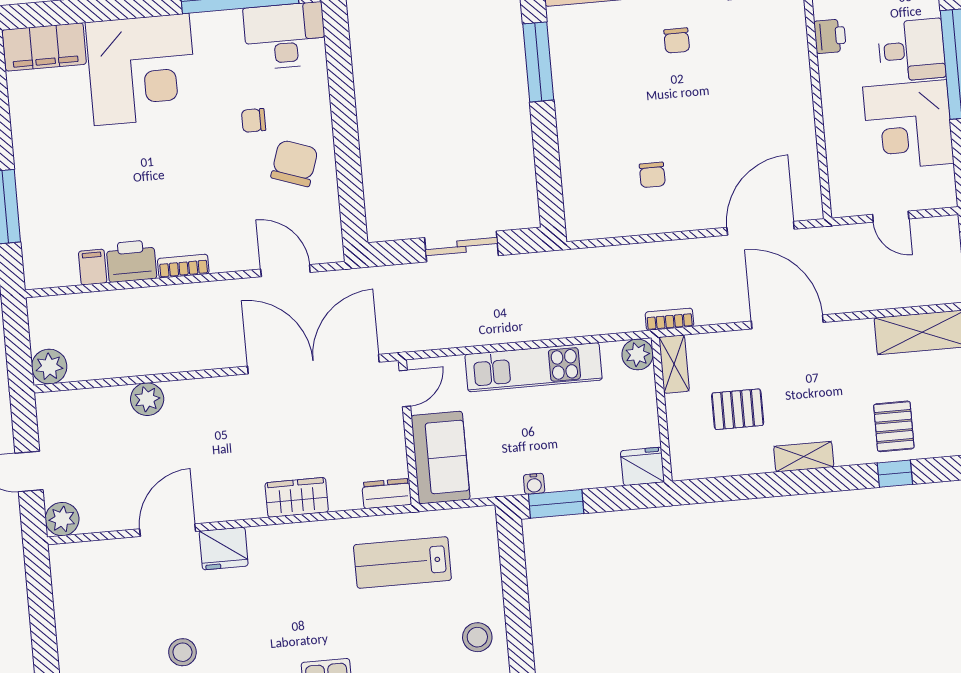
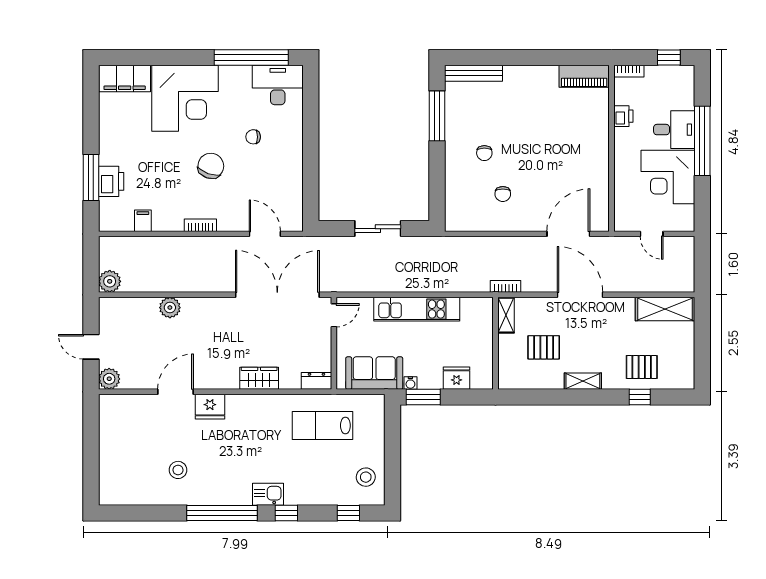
chair: (677, 41) -> (484, 153), moved
chair: (294, 163) -> (211, 166), moved
printer: (131, 261) -> (111, 181), moved, turned 90
plant: (638, 354) -> (483, 307), removed
pallet: (894, 426) -> (642, 367), turned 90
sofa: (440, 458) -> (374, 373), moved, turned -90
fridge: (643, 466) -> (456, 378), moved

